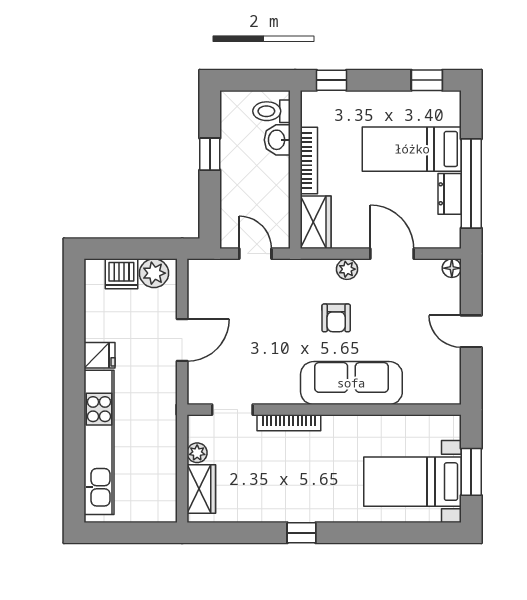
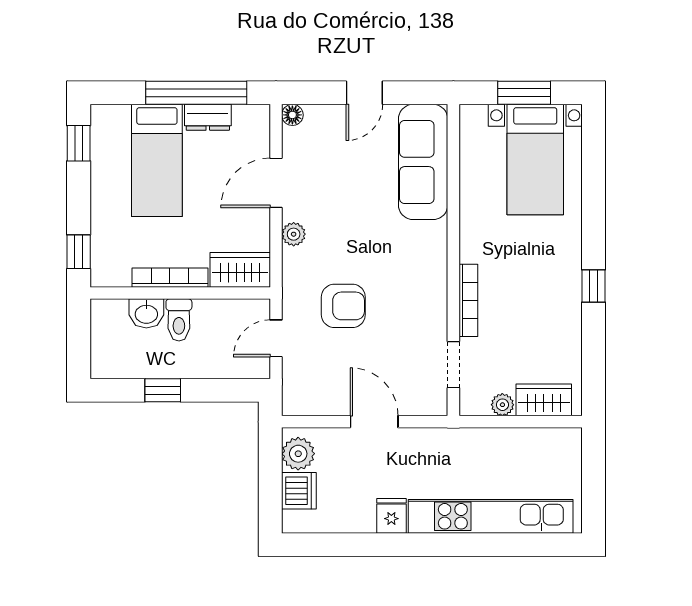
toilet: (272, 111) -> (179, 320), moved
armchair: (336, 318) -> (343, 306), moved, width x1.38, depth x1.38
sofa: (351, 383) -> (423, 162), moved

